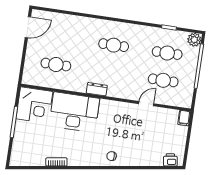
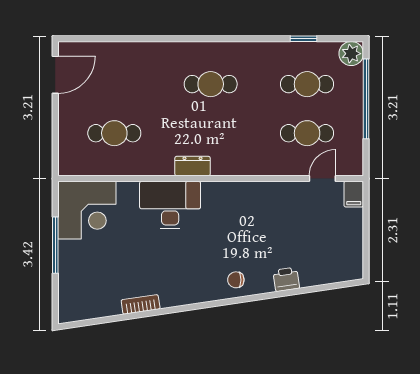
door: (146, 104) -> (322, 179), moved
desk: (74, 112) -> (170, 205), width x0.73, depth x0.77
printer: (170, 160) -> (286, 279), moved

